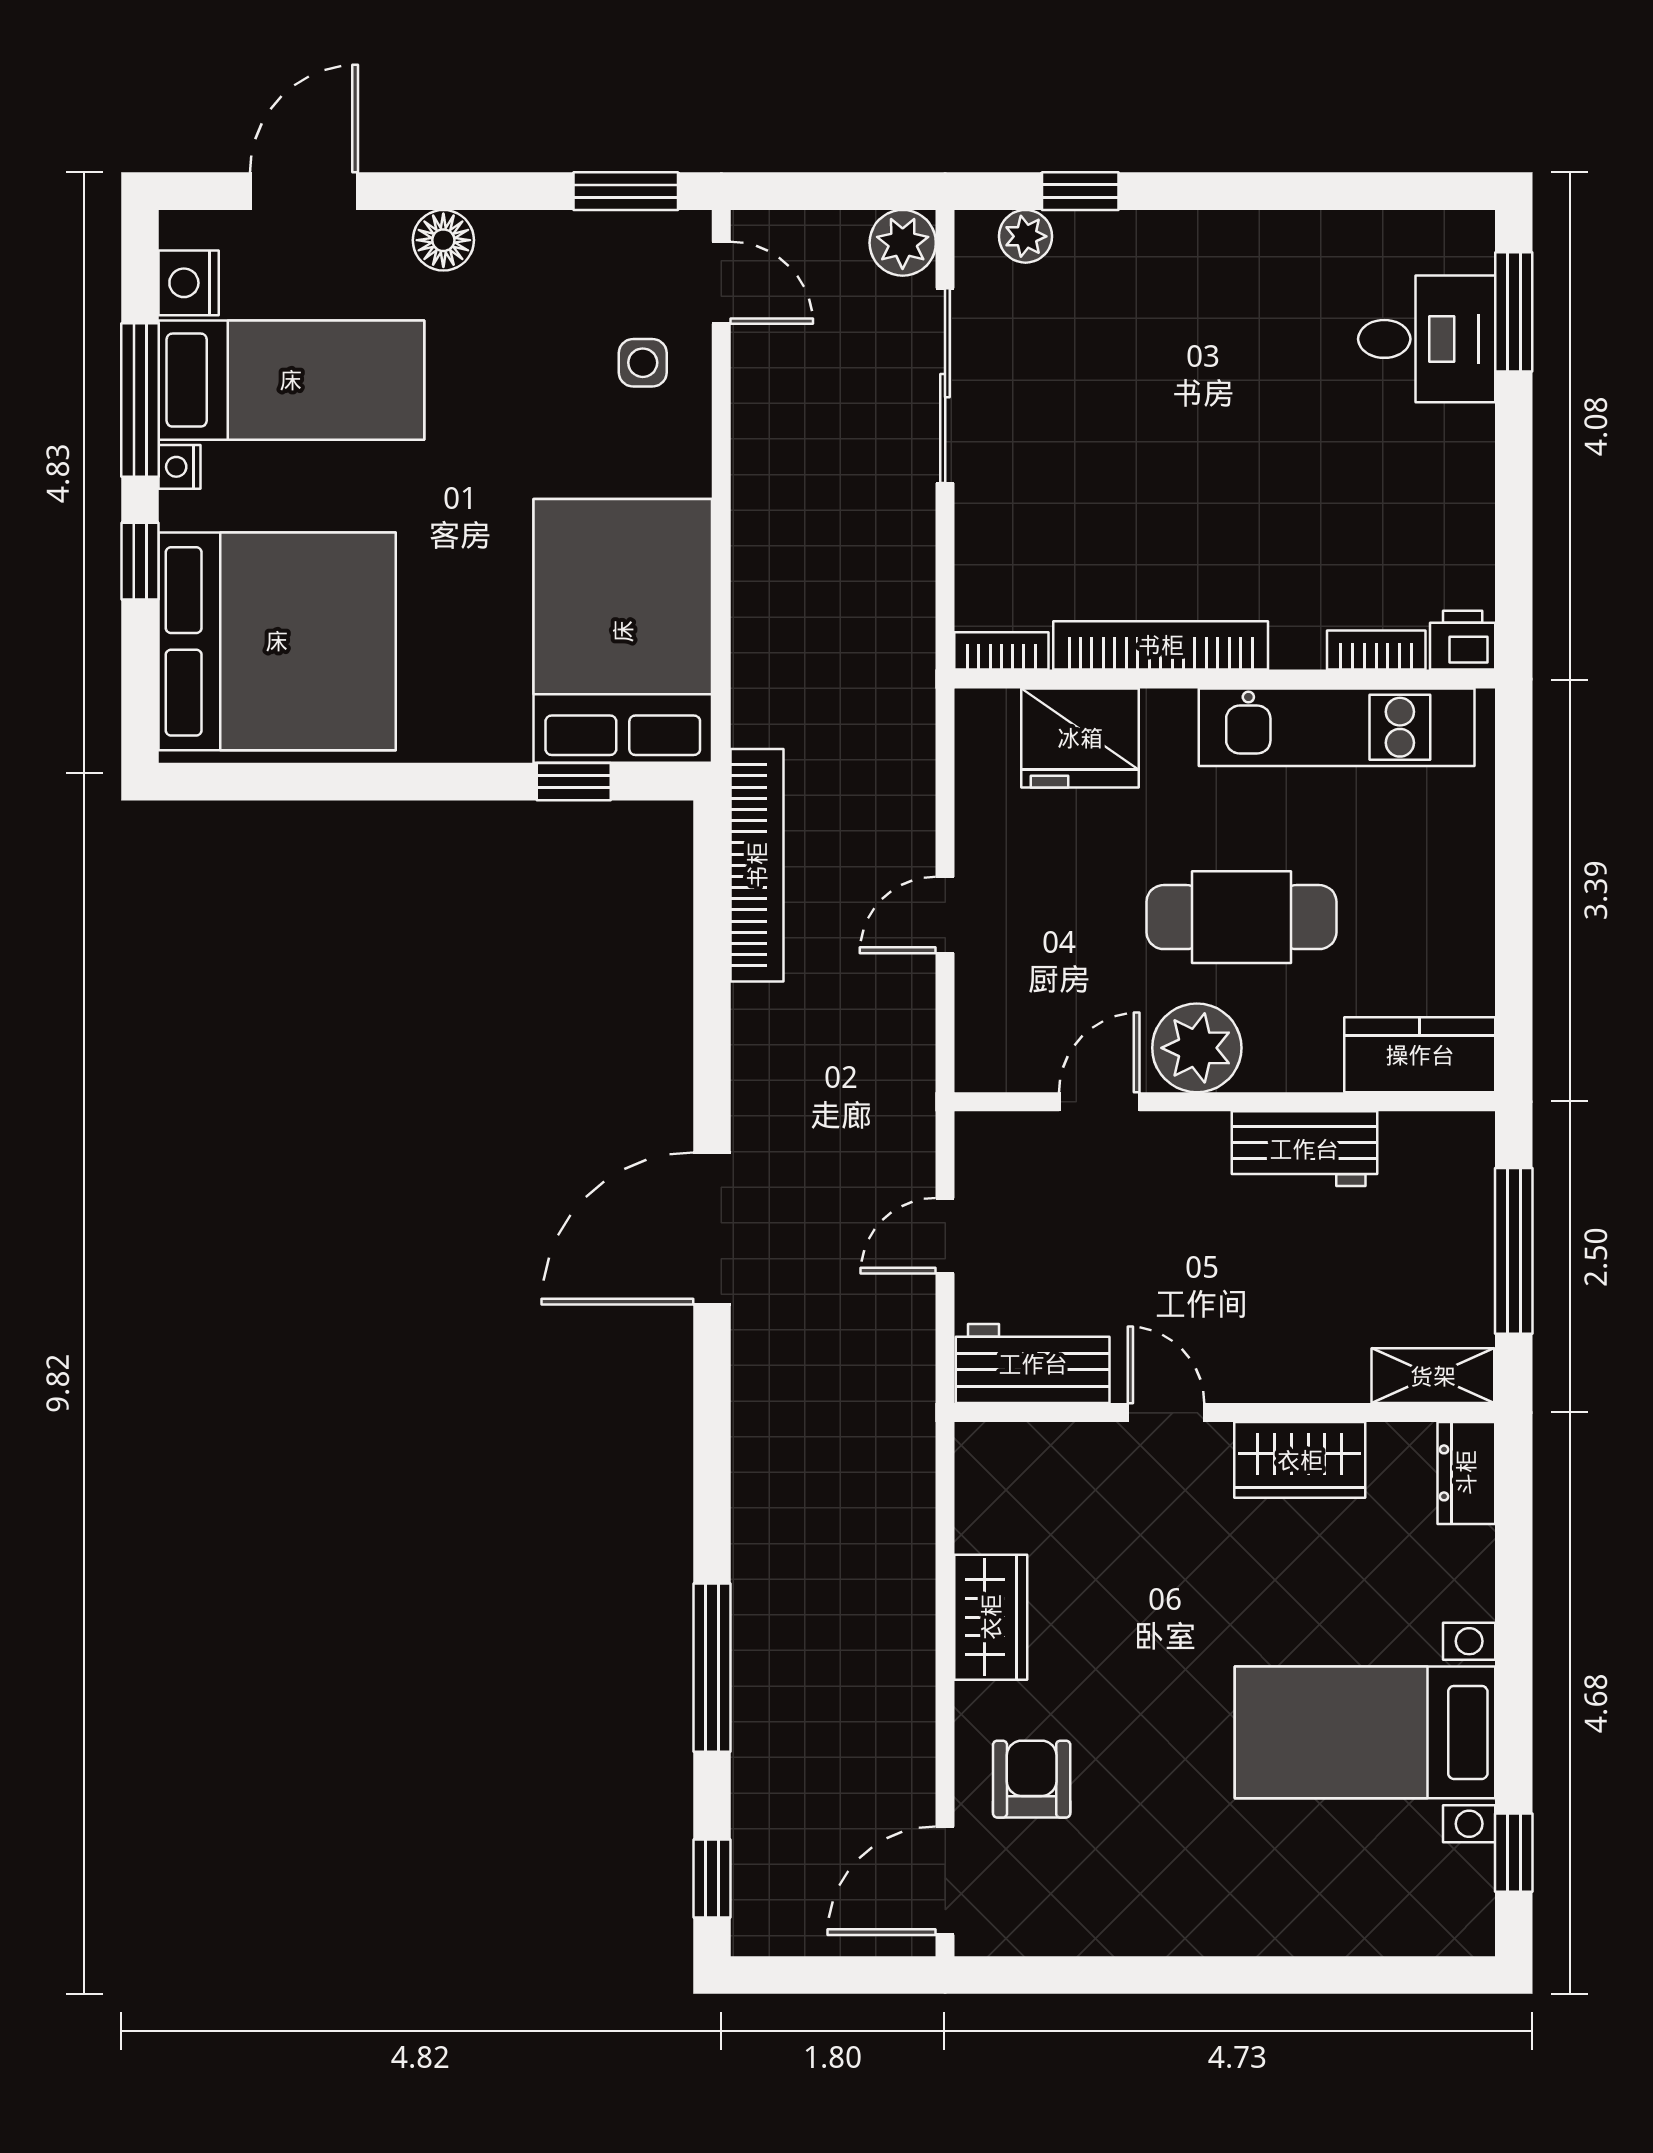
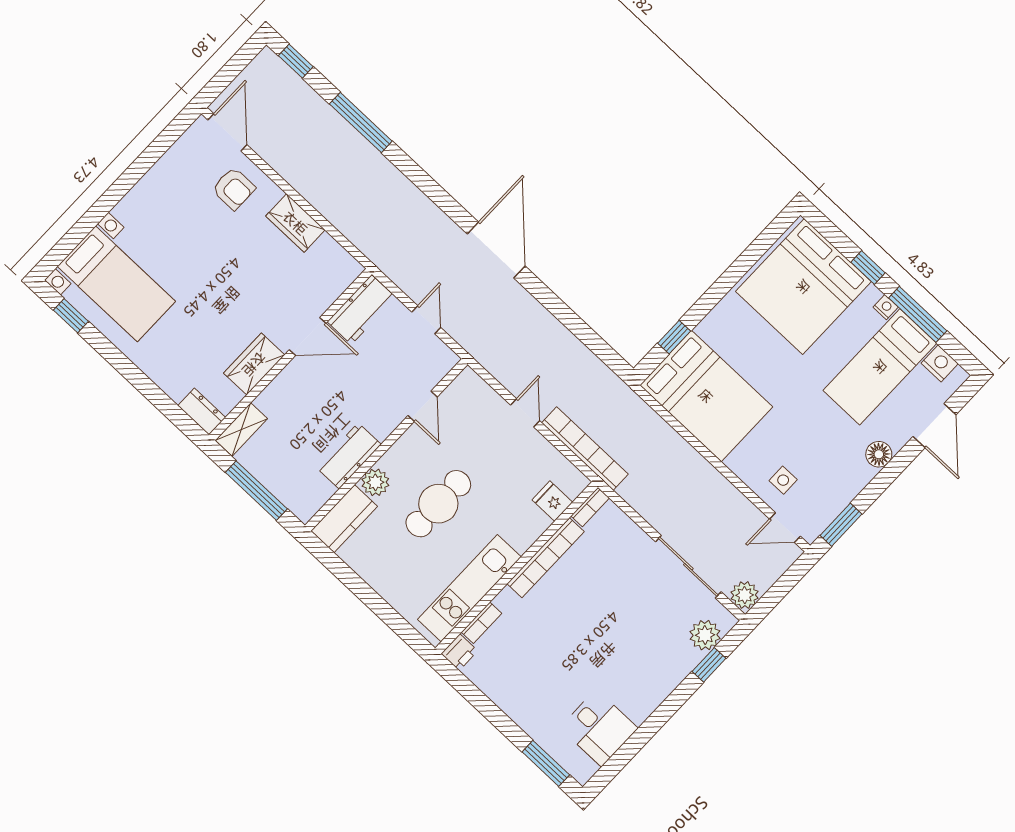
plant: (1026, 236) -> (705, 635), width x1.38, depth x1.38
desk: (1427, 339) -> (599, 728), moved, turned -90
fridge: (1080, 738) -> (552, 501), width x0.53, depth x0.75
bookcase: (757, 865) -> (585, 448), moved, turned 180
plant: (1197, 1048) -> (375, 482), moved, width x0.73, depth x0.73
door: (1166, 1413) -> (308, 336), width x1.38
bed with nightstands: (1365, 1732) -> (116, 284), moved, turned 90

